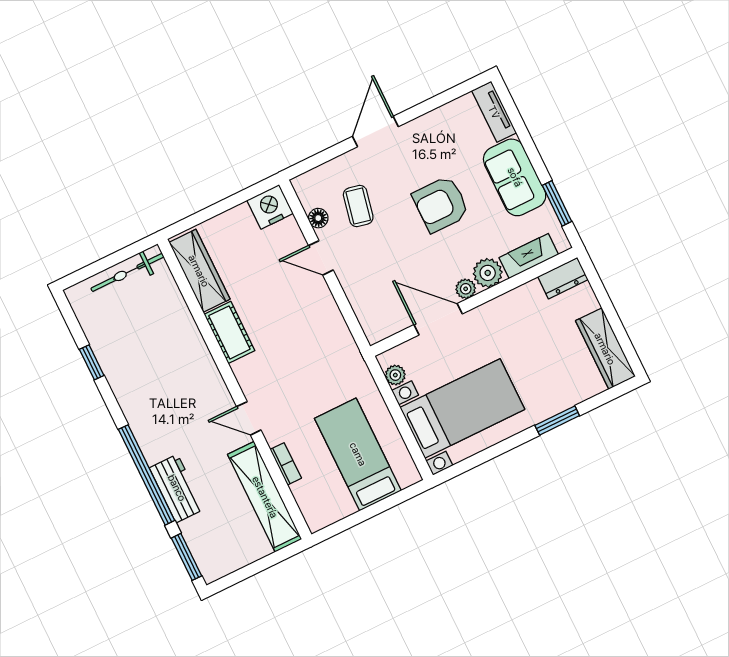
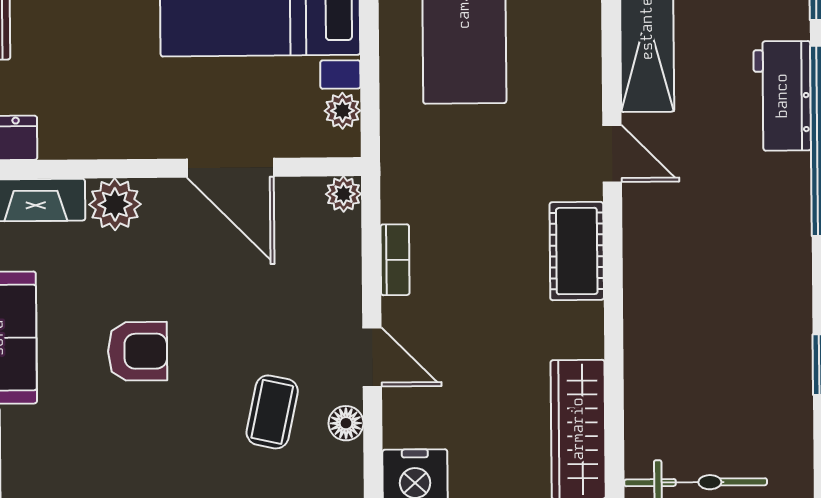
armchair: (441, 204) -> (138, 351), width x0.72, depth x0.72
plant: (466, 289) -> (343, 194), moved
cot: (229, 332) -> (577, 251), moved
bookcase: (286, 464) -> (395, 260), moved, turned 180

